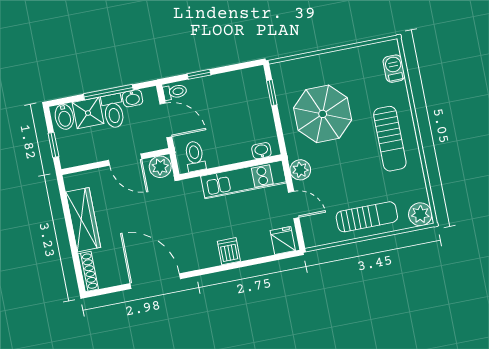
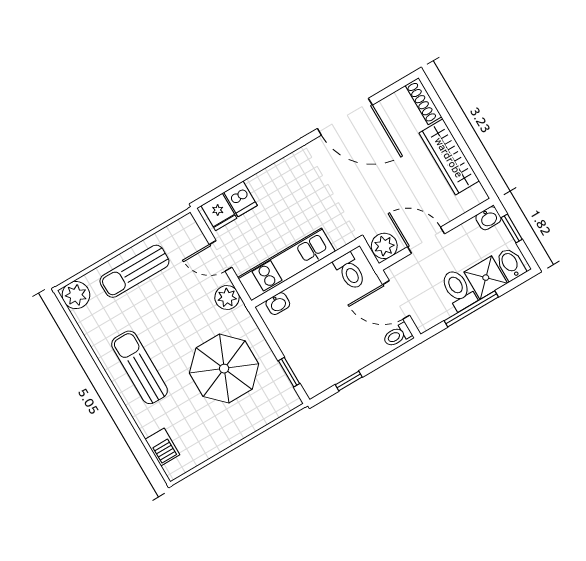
window: (199, 74) -> (349, 381), moved
washbasin: (132, 98) -> (488, 218), moved, turned 180
dishwasher: (229, 251) -> (241, 199), moved

